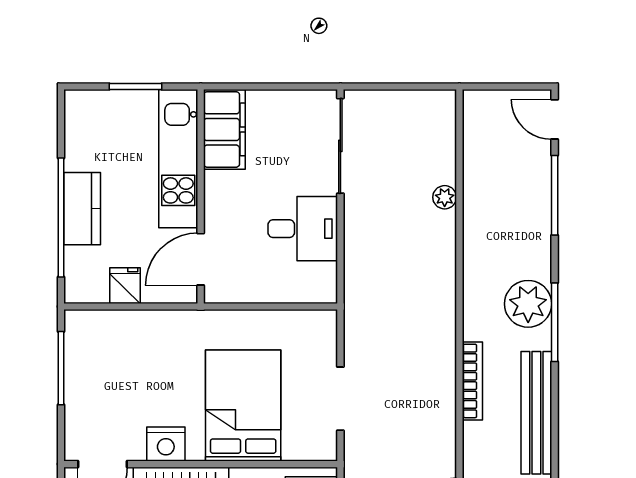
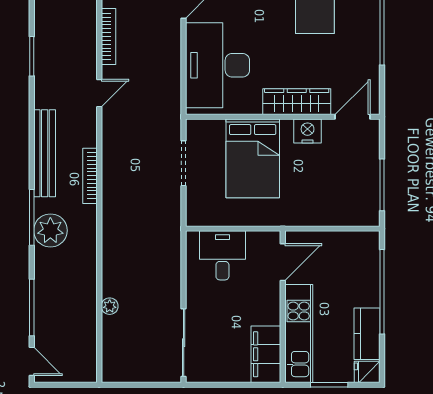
kitchen counter: (82, 209) -> (367, 334), moved
desk: (303, 229) -> (222, 255), moved, turned 90
fridge: (125, 286) -> (367, 372), moved, turned 90

